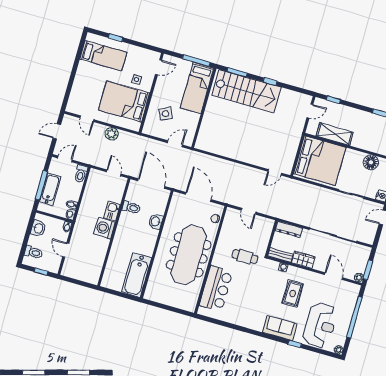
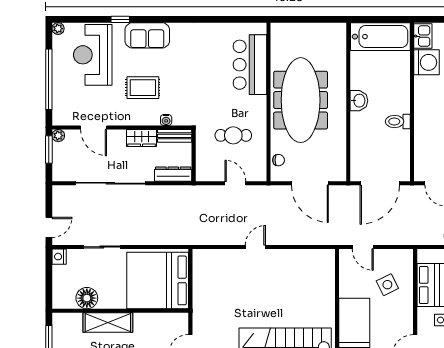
shelving: (335, 134) -> (108, 323), moved
door: (175, 144) -> (363, 247), hinge flipped
door: (275, 172) -> (255, 247), moved
door: (151, 184) -> (380, 183), hinge flipped
toilet: (131, 208) -> (398, 122), moved
kitchen sink: (112, 211) -> (423, 36), moved
washbasin: (156, 221) -> (359, 101), moved
washing machine: (104, 228) -> (426, 62), moved
cafe table: (245, 257) -> (233, 135), moved
bathtub: (137, 275) -> (380, 37), moved, turned 90
rug: (293, 294) -> (143, 88), turned 90

